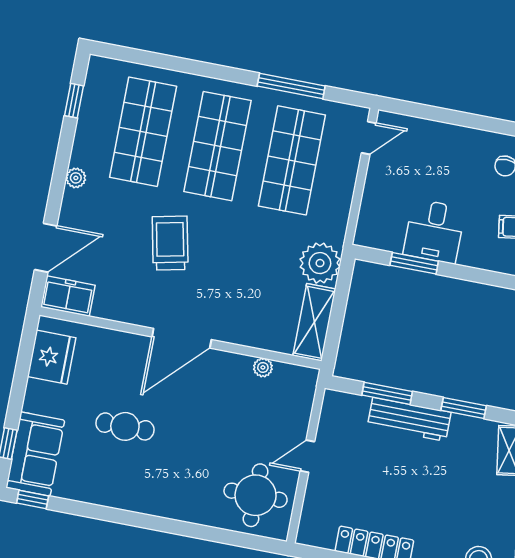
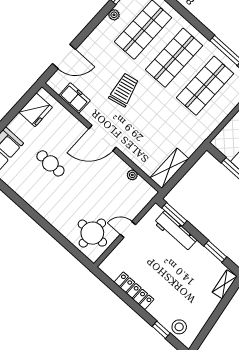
plant: (76, 178) -> (114, 15), moved
plant: (320, 263) -> (189, 142), removed
freezer: (68, 296) -> (74, 98), moved
window: (387, 393) -> (174, 214), moved
workbench: (409, 419) -> (175, 231), moved

